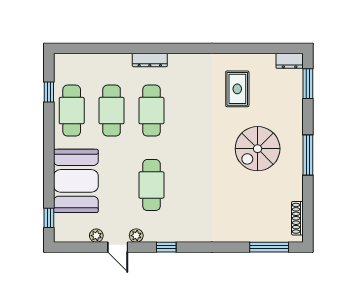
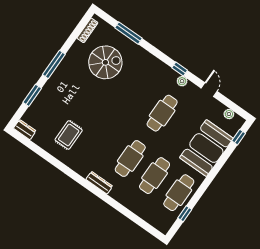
dresser: (150, 60) -> (99, 183), moved
window: (308, 84) -> (32, 95), moved
spiral stairs: (258, 149) -> (105, 62), moved
plant: (96, 236) -> (229, 114), moved
plant: (136, 236) -> (182, 81), moved
window: (269, 247) -> (129, 33), moved

